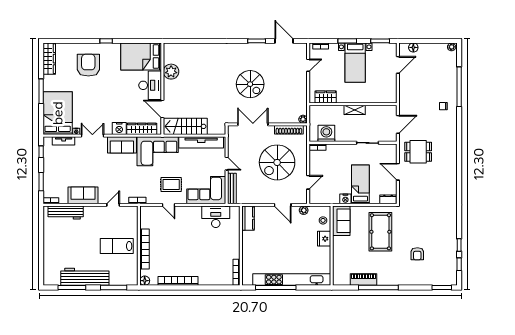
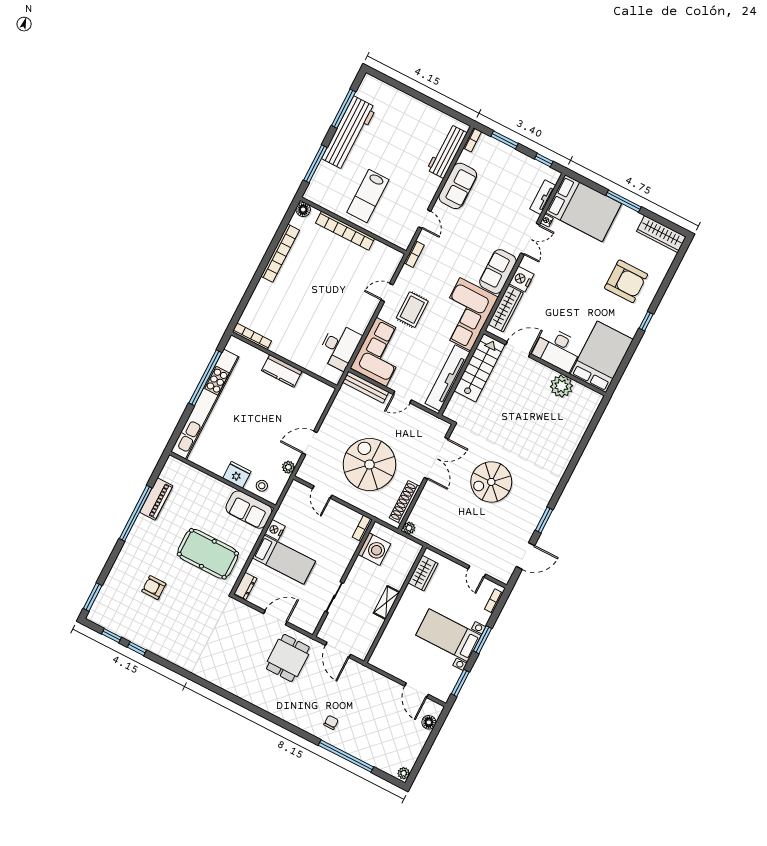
kitchen counter: (248, 218) -> (282, 371), moved
lab bench: (117, 246) -> (368, 196), turned 180

